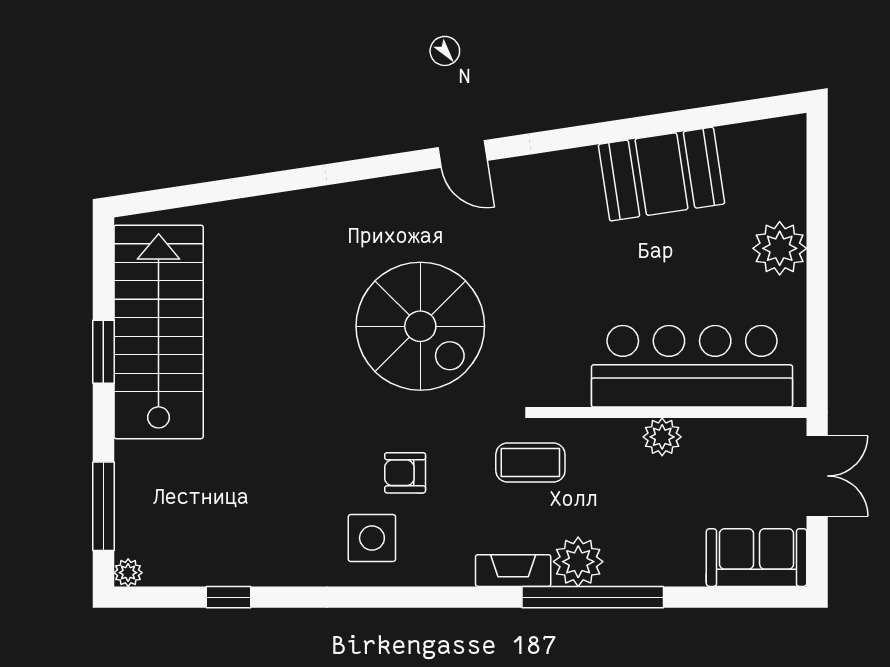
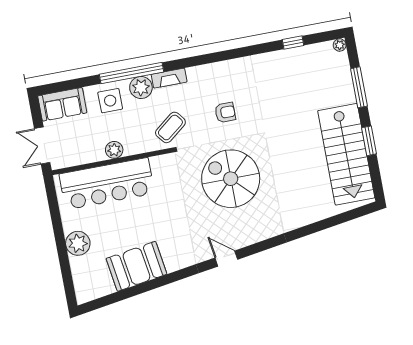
coffee table: (530, 463) -> (170, 127), turned -38
window: (103, 506) -> (359, 87), moved
side table: (372, 538) -> (110, 101), moved

